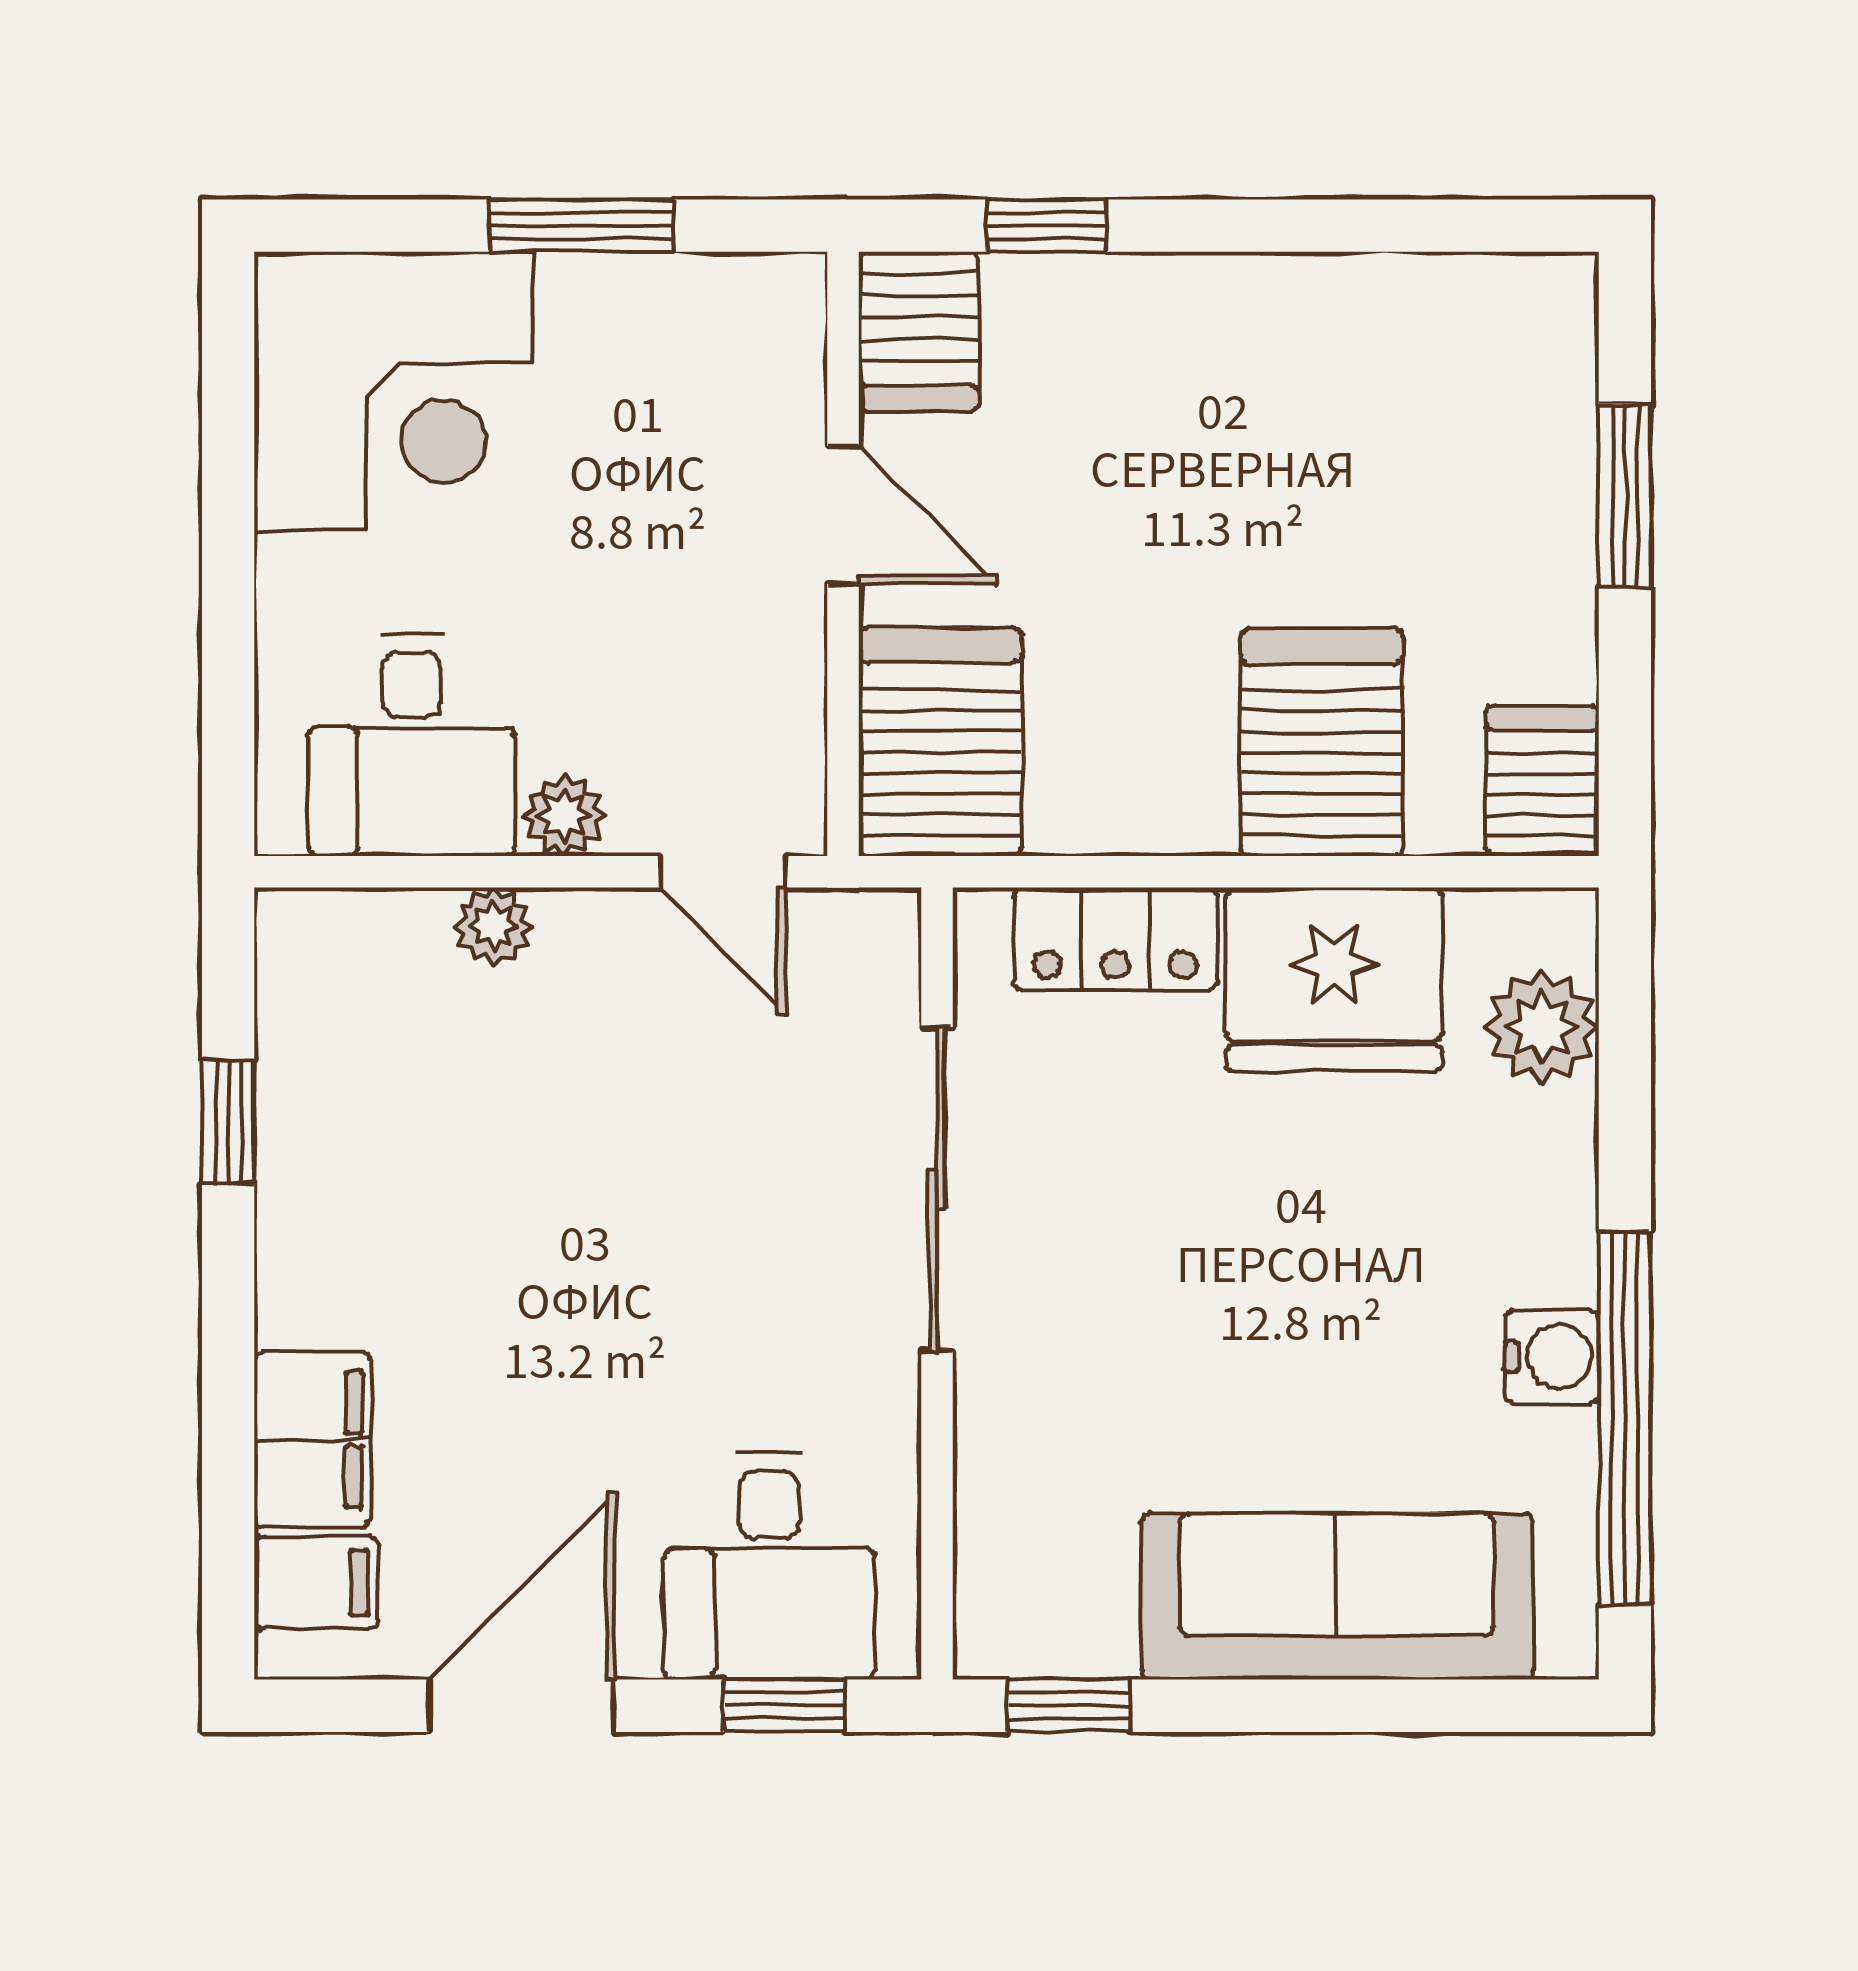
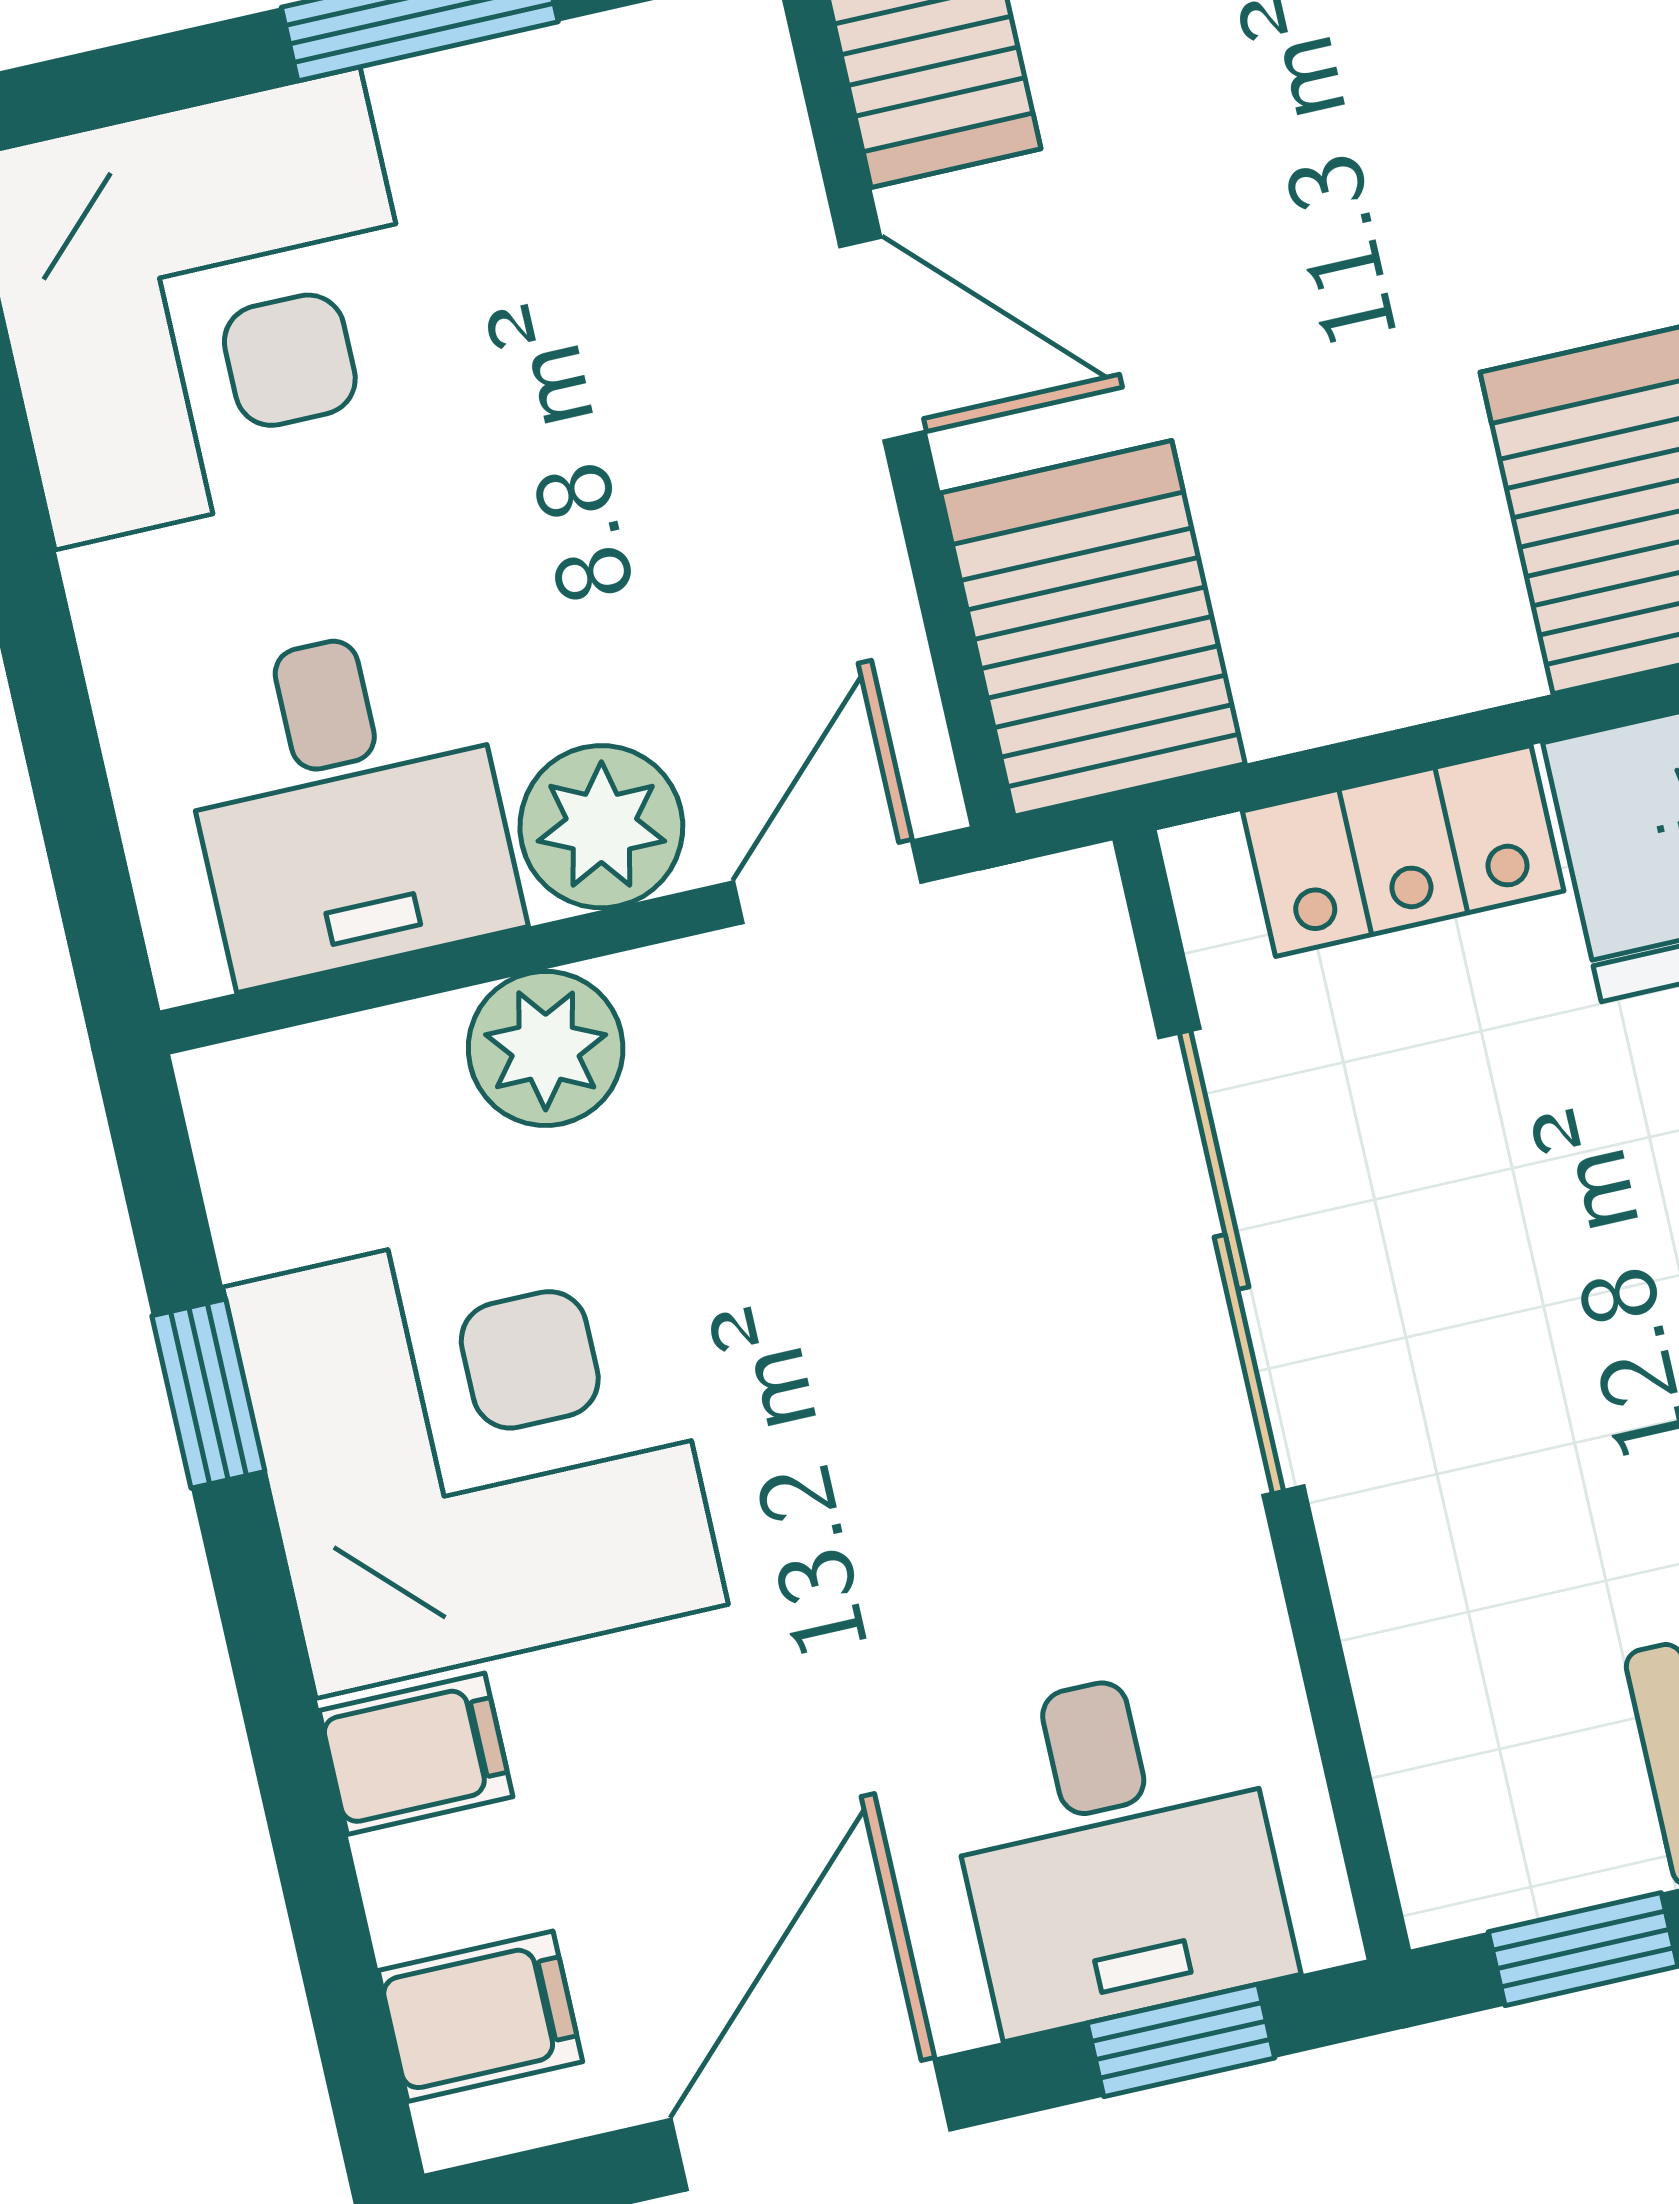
plant: (564, 815) -> (601, 827), width x1.38, depth x1.38
door: (723, 872) -> (827, 882), swing flipped
plant: (493, 926) -> (546, 1048), width x1.38, depth x1.38
corner desk: (400, 1198) -> (476, 1446), added
filing cabinet: (313, 1440) -> (416, 1754), width x0.50

